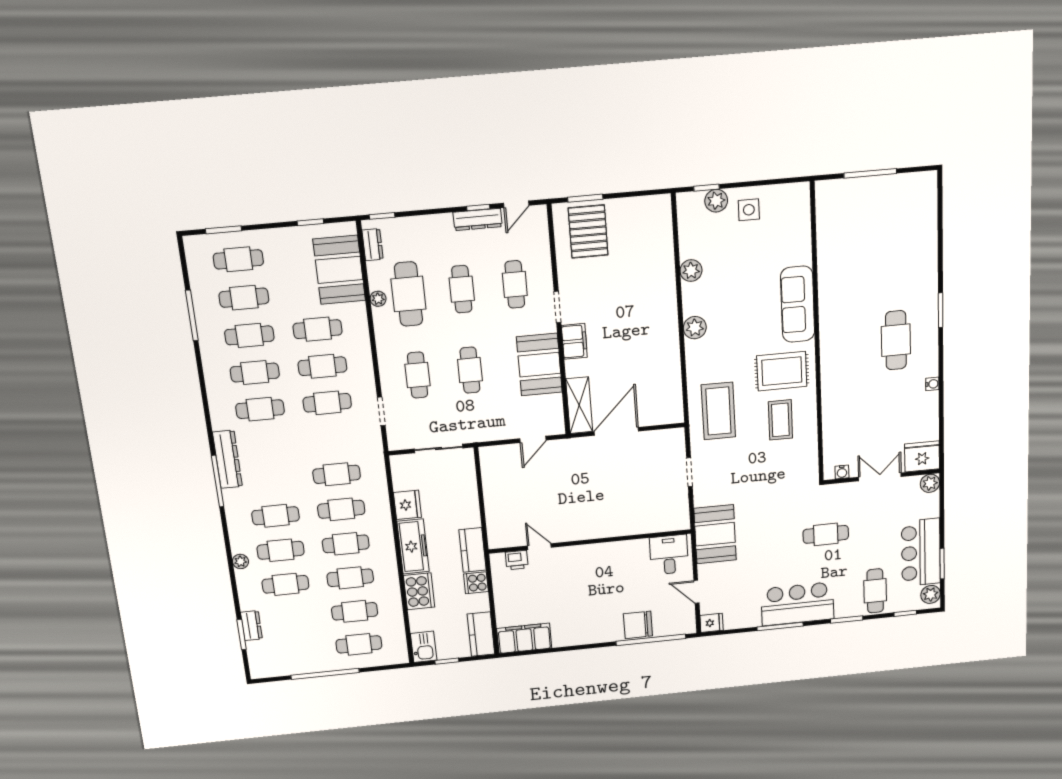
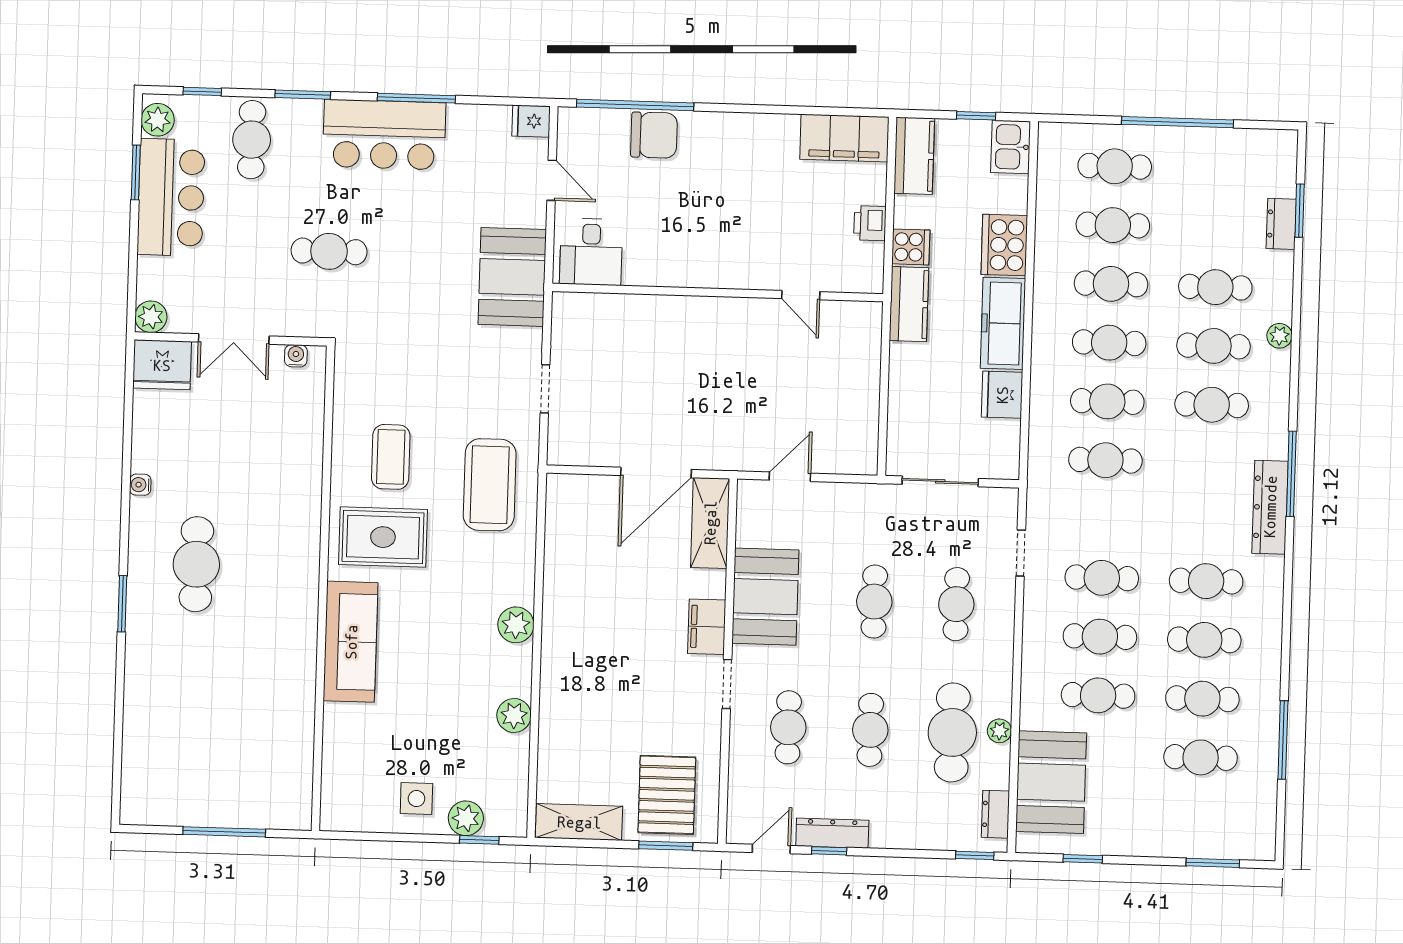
shelving: (643, 207) -> (579, 822), added
cafe table: (238, 259) -> (1199, 816), removed
printer: (517, 560) -> (870, 223), moved, turned -90

